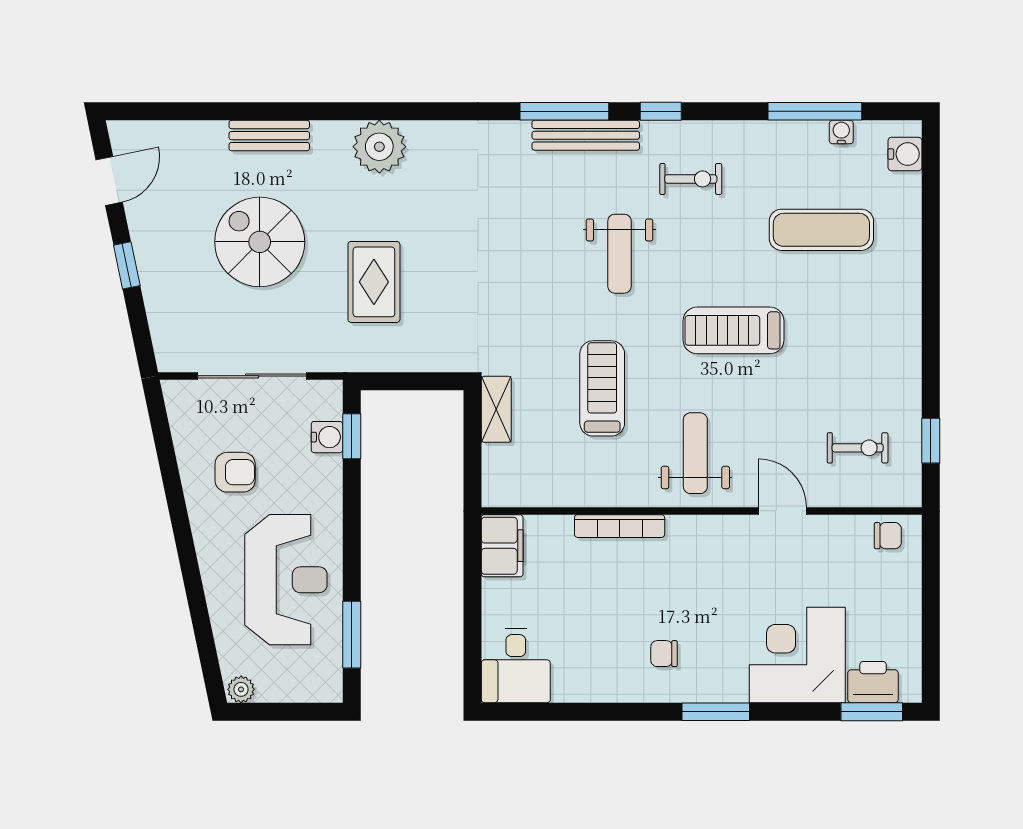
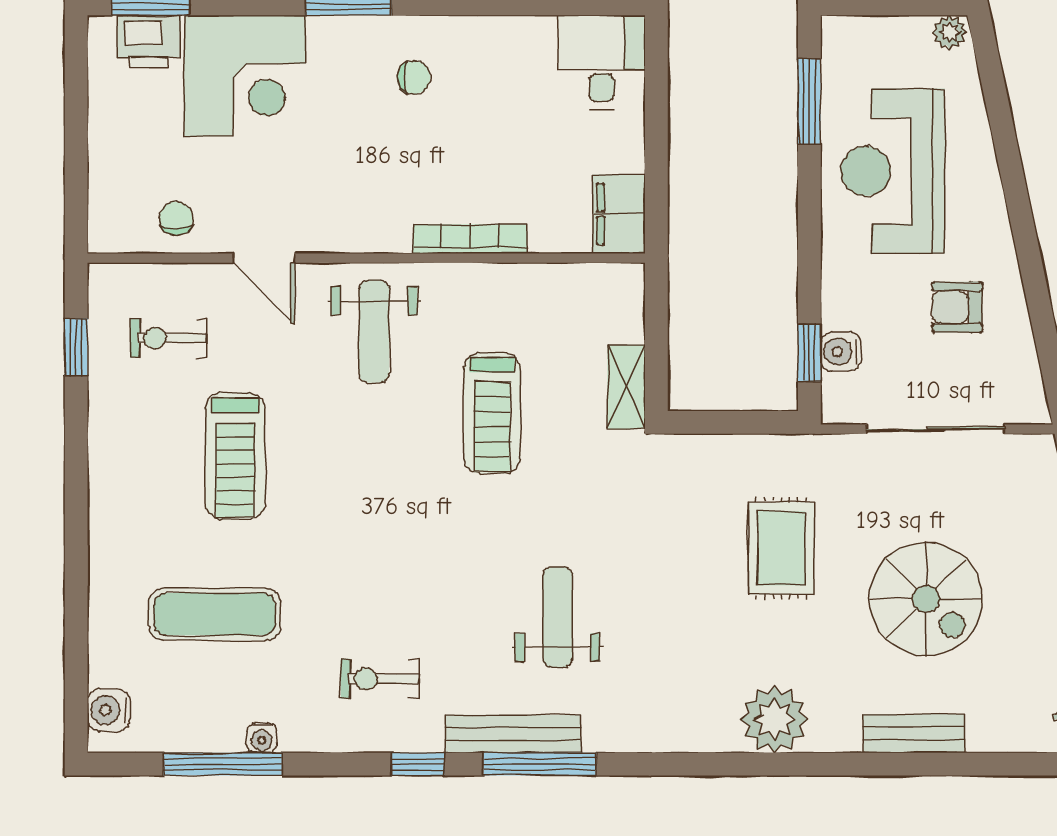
water cooler: (841, 132) -> (262, 738), moved
weight bench: (619, 254) -> (558, 617), moved
treadmill: (733, 330) -> (235, 456), moved, turned 90
chair: (888, 536) -> (176, 218), moved, turned 90

